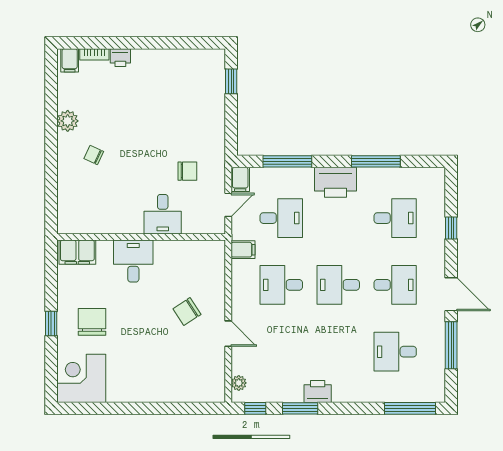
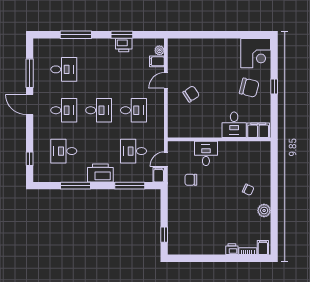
window: (451, 228) -> (30, 159), moved
filing cabinet: (243, 250) -> (157, 61), moved
desk: (133, 261) -> (234, 125), moved
desk: (395, 285) -> (64, 110), turned 180
chair: (92, 322) -> (249, 88), turned -76
door: (228, 334) -> (166, 80), hinge flipped
printer: (318, 391) -> (124, 45), moved
window: (255, 408) -> (149, 35), removed
window: (410, 408) -> (76, 35), moved

